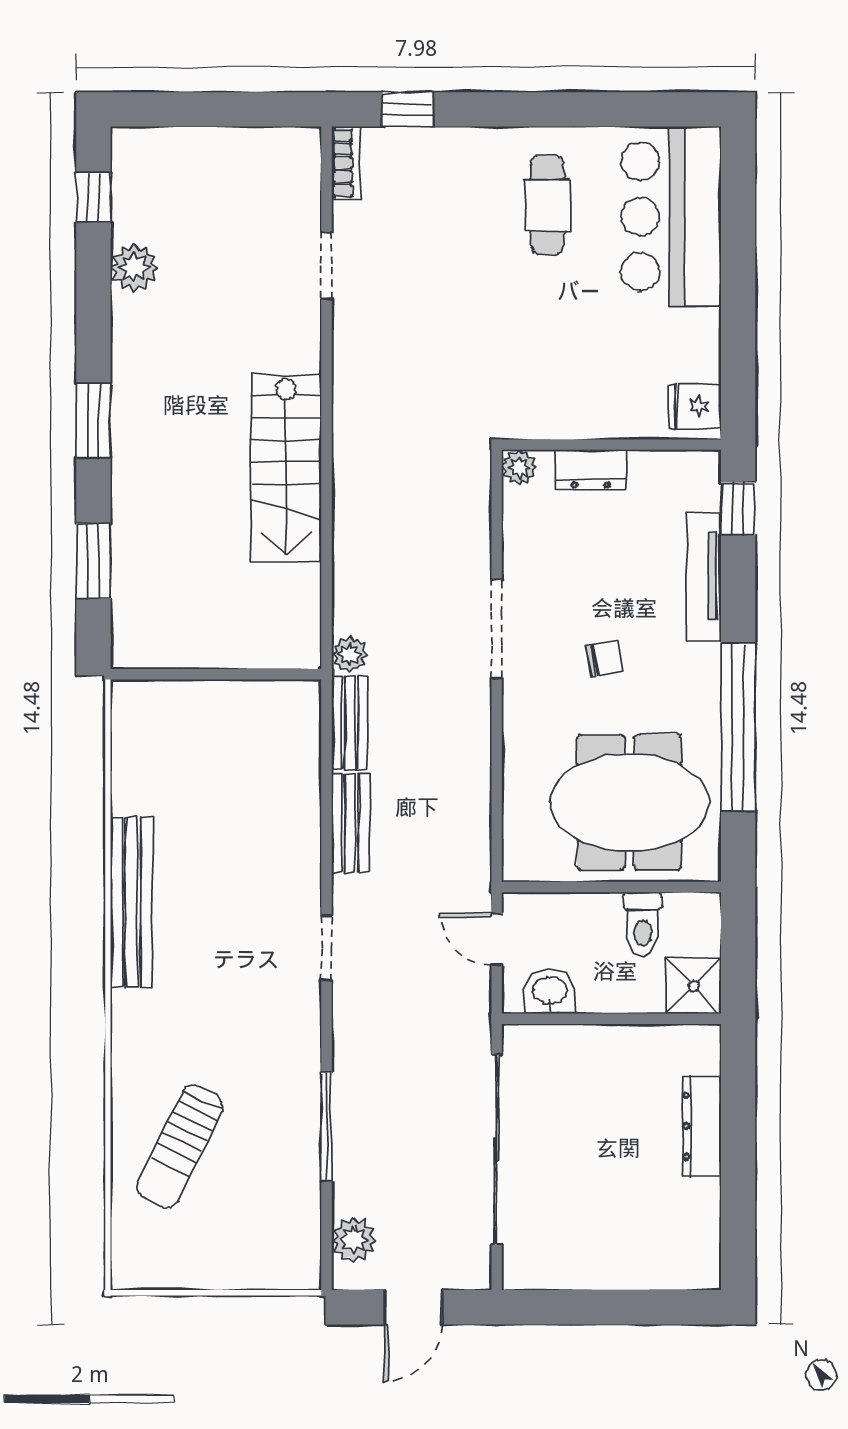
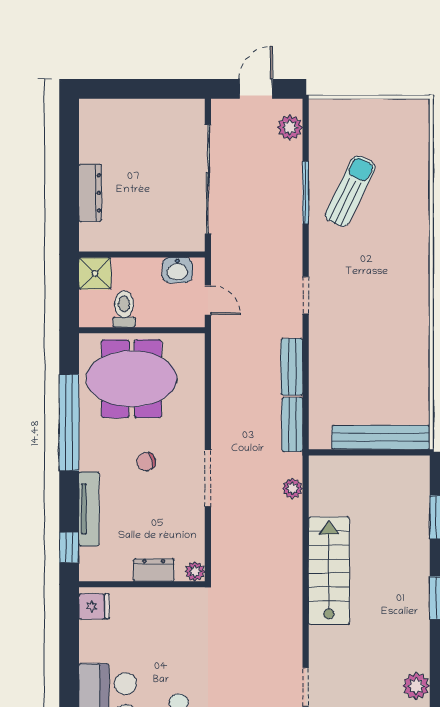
plant: (349, 654) -> (292, 488), moved
bench: (132, 903) -> (381, 437), moved, turned 90
sun lounger: (180, 1146) -> (350, 191), moved

